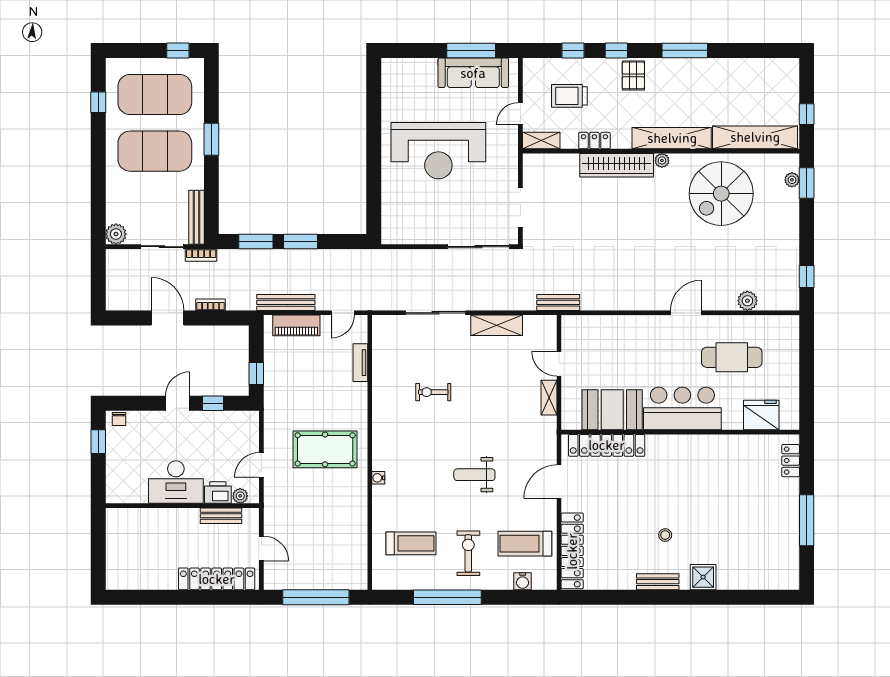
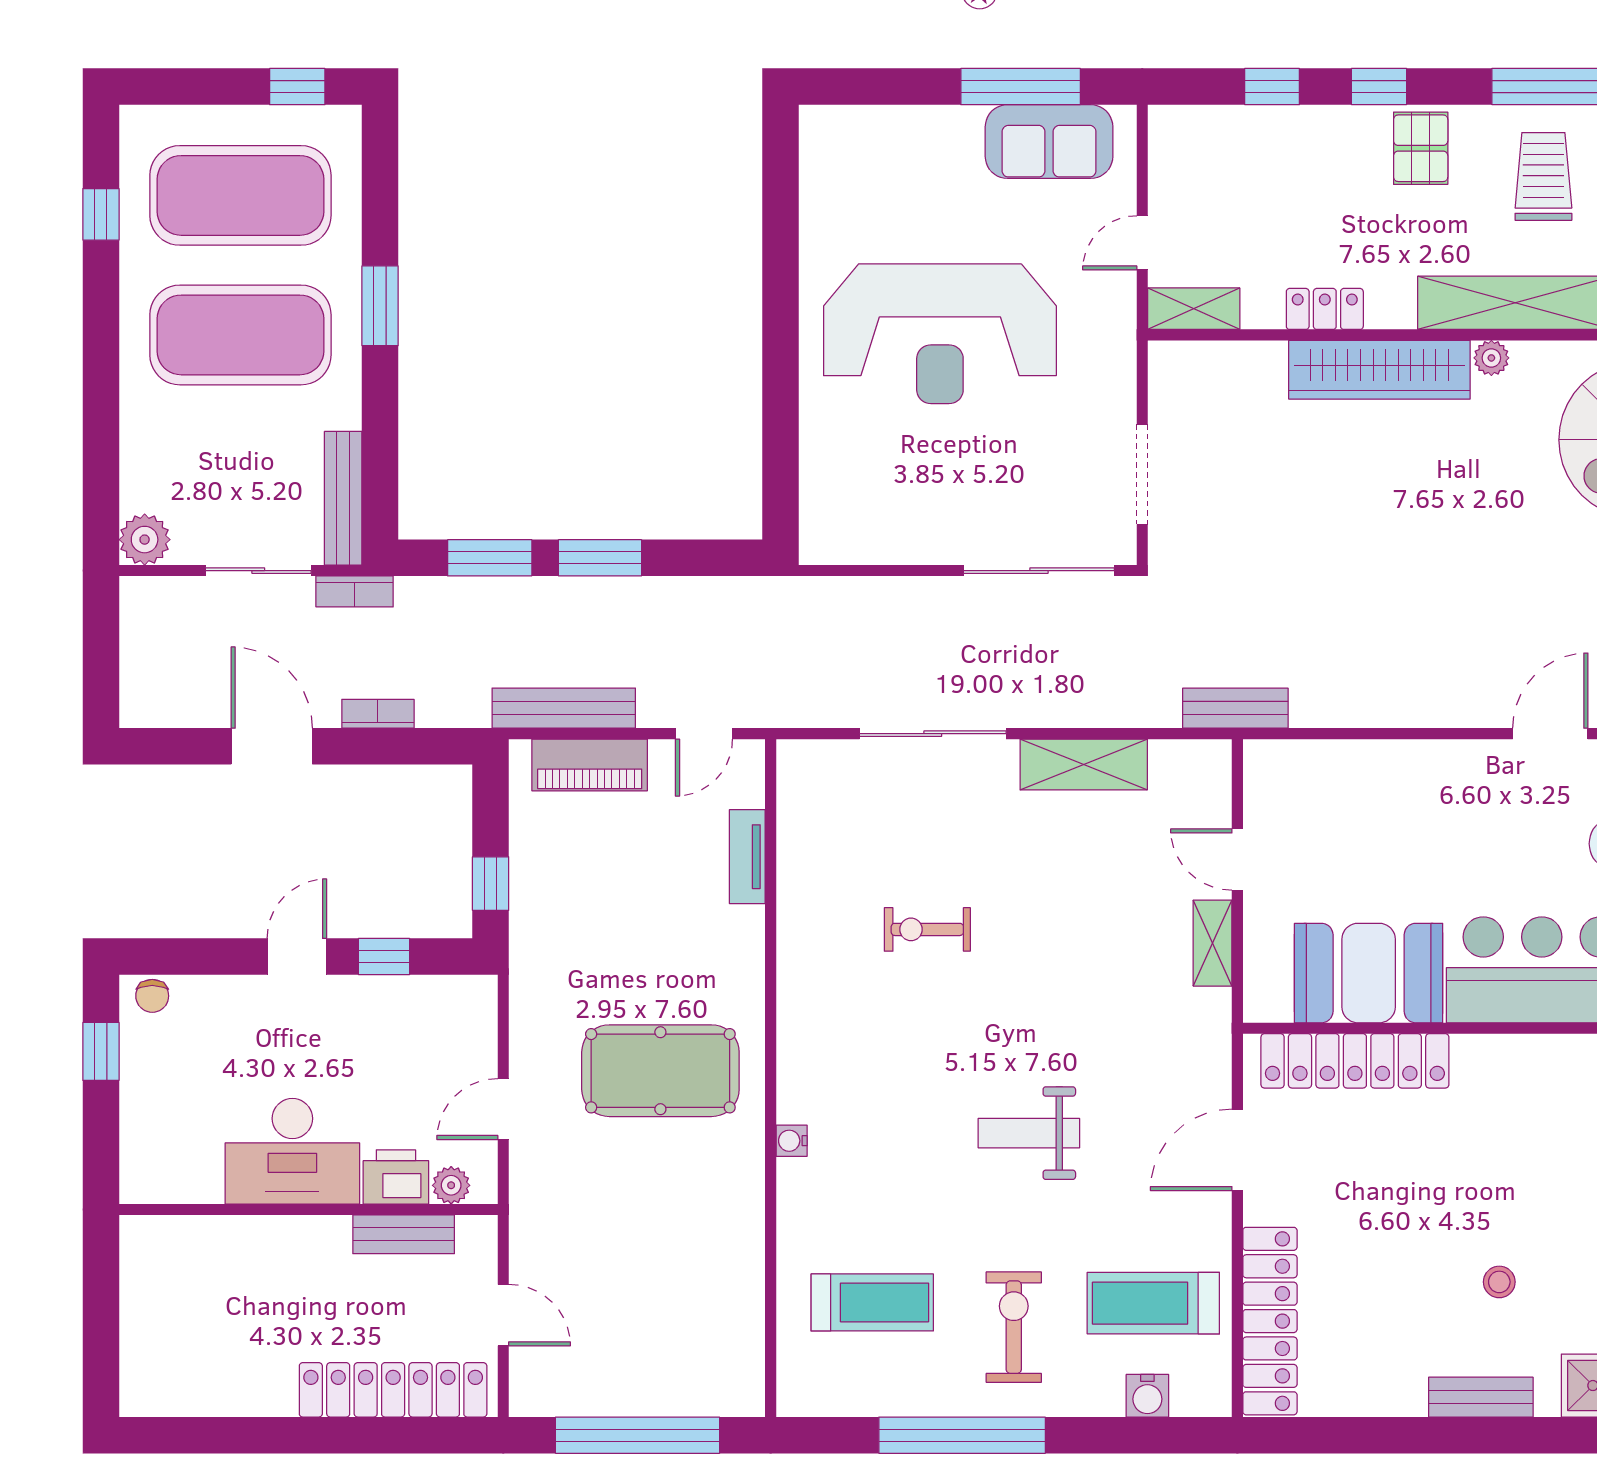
sofa: (473, 73) -> (1049, 142), width x0.73
trolley: (569, 96) -> (1543, 176), moved, turned 90

